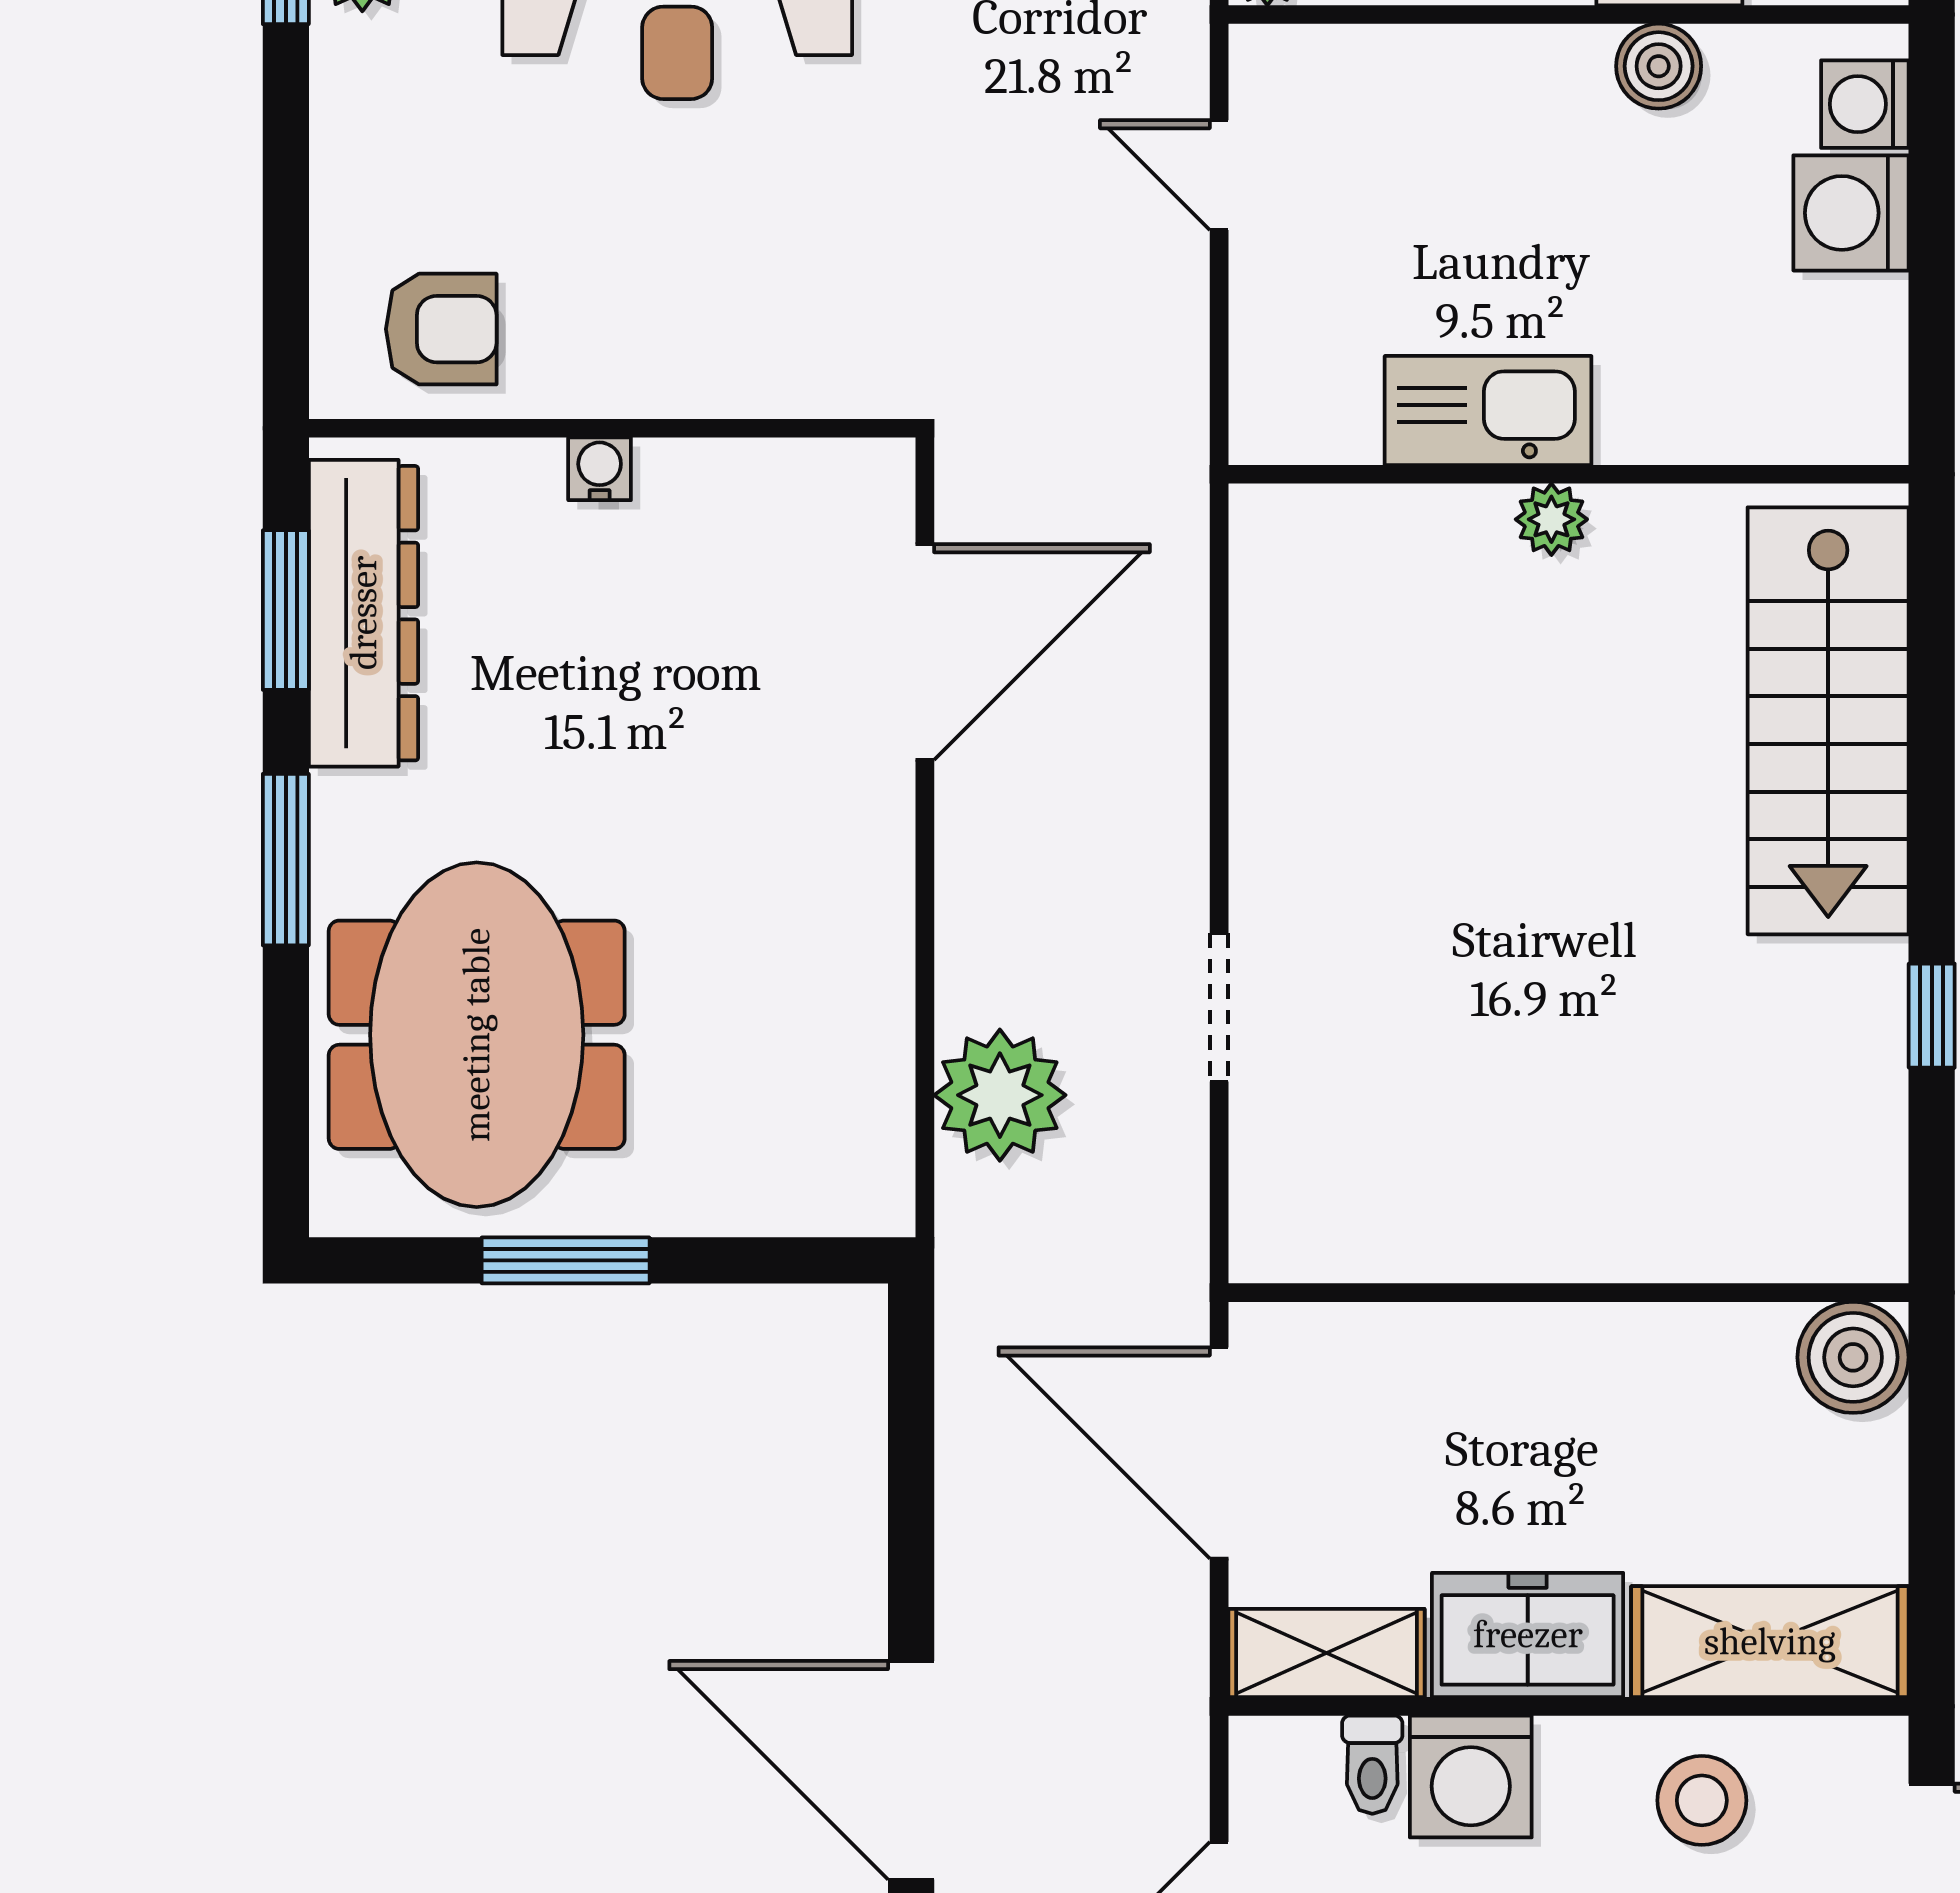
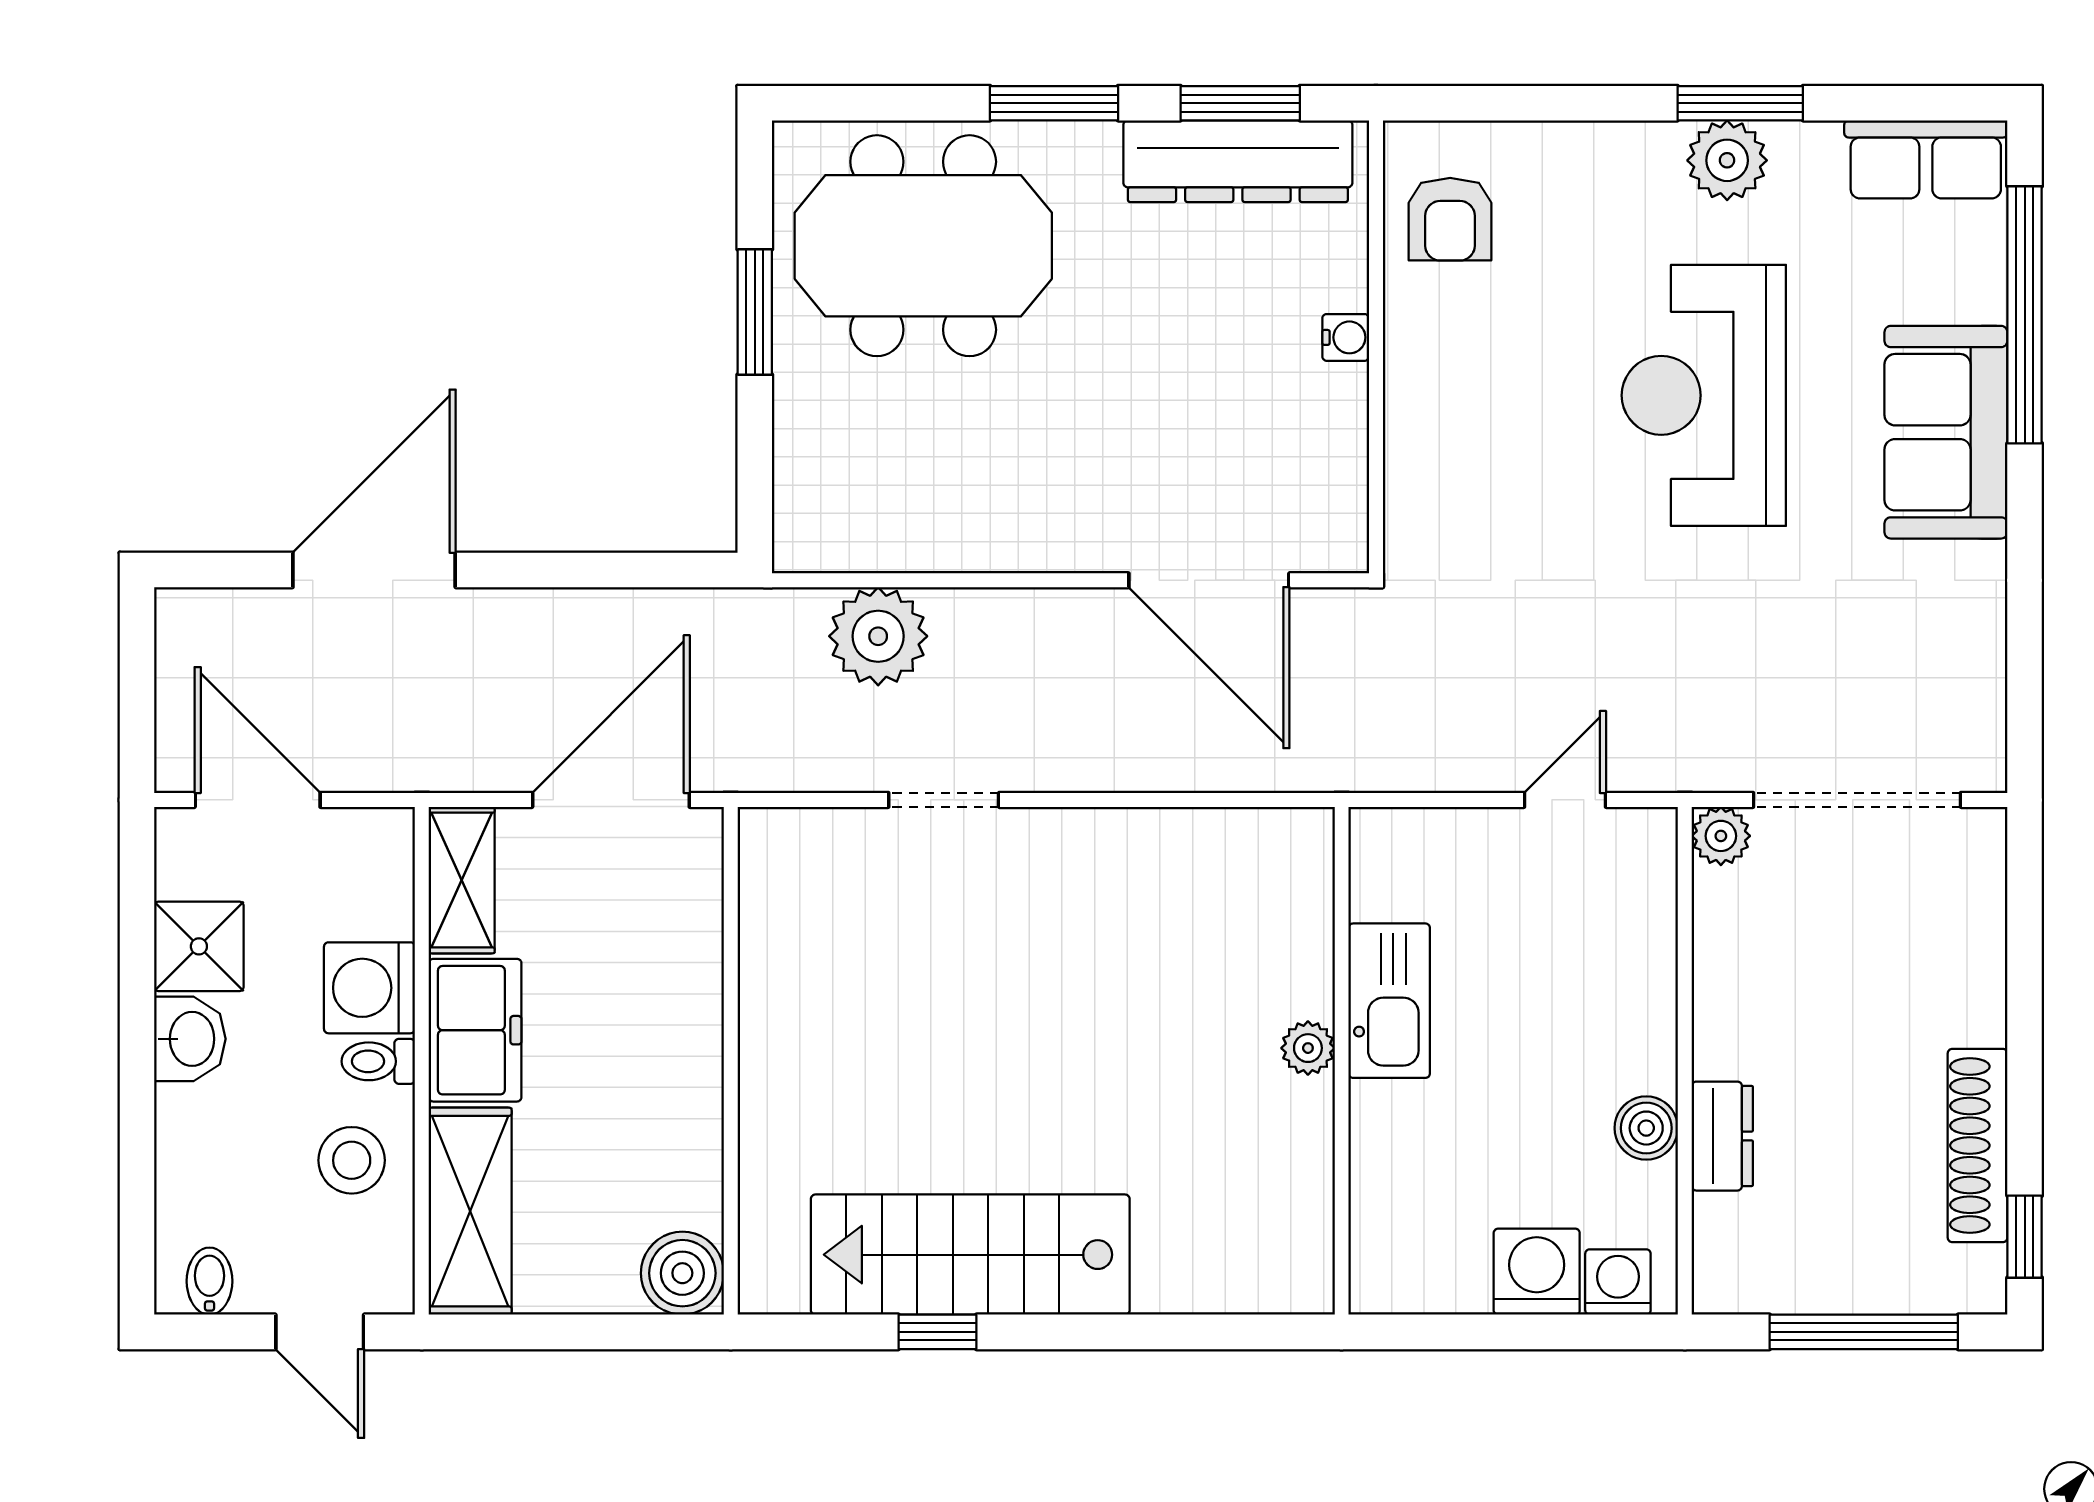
stairs: (1828, 721) -> (970, 1255), moved
toilet: (1372, 1765) -> (378, 1061), moved

